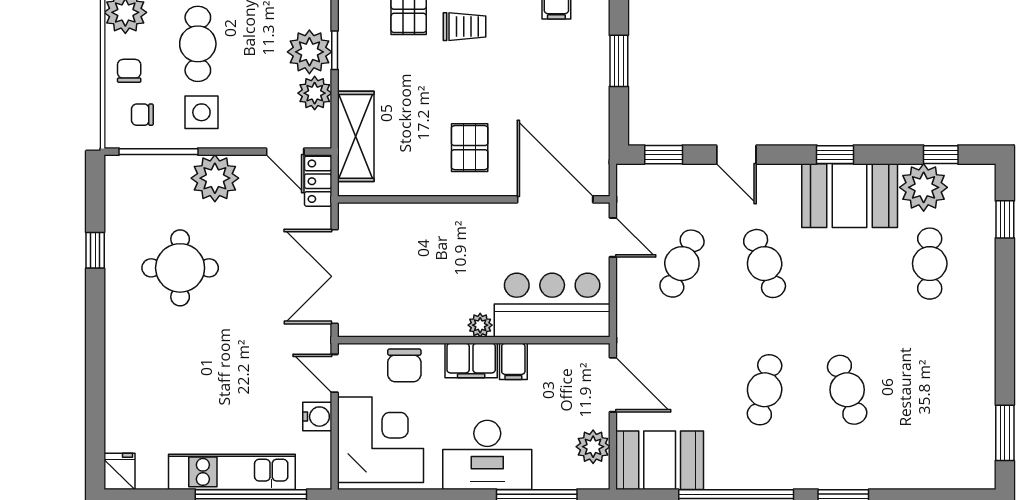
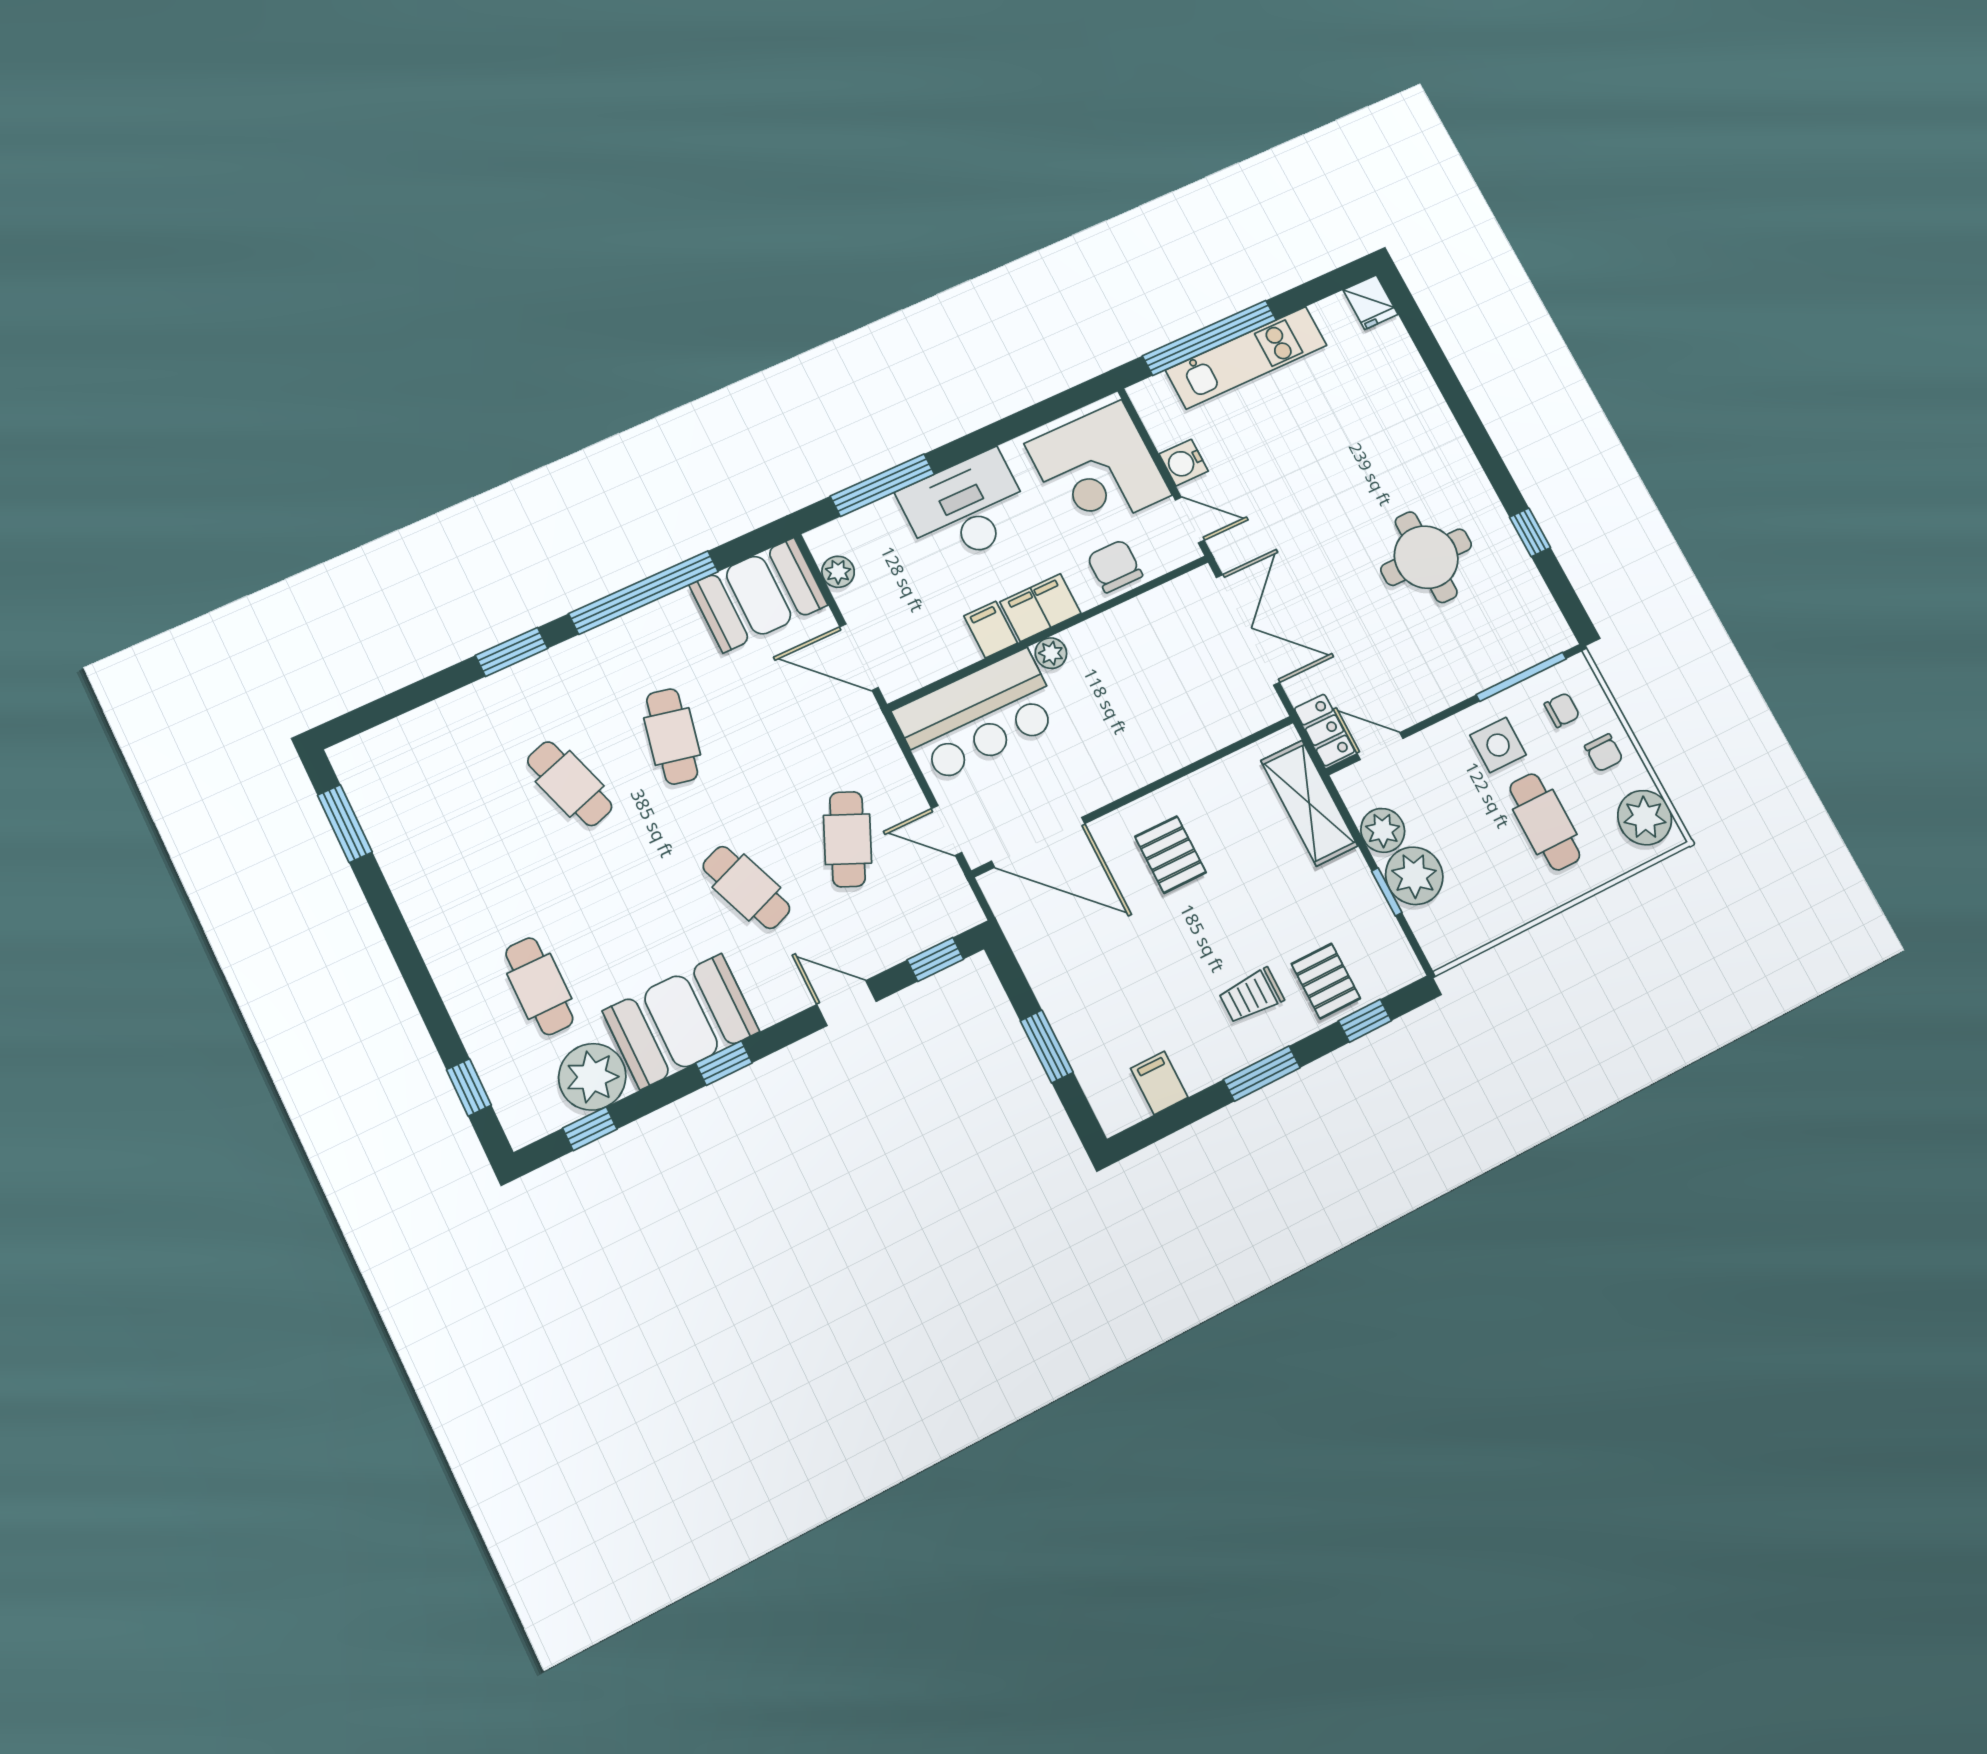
plant: (215, 178) -> (1442, 677), removed
plant: (593, 447) -> (838, 572), width x0.73, depth x0.73

